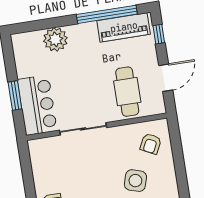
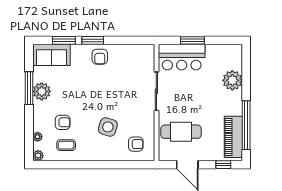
armchair: (151, 144) -> (136, 144), turned 153

